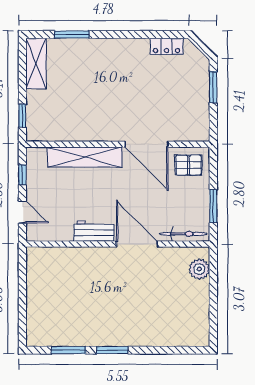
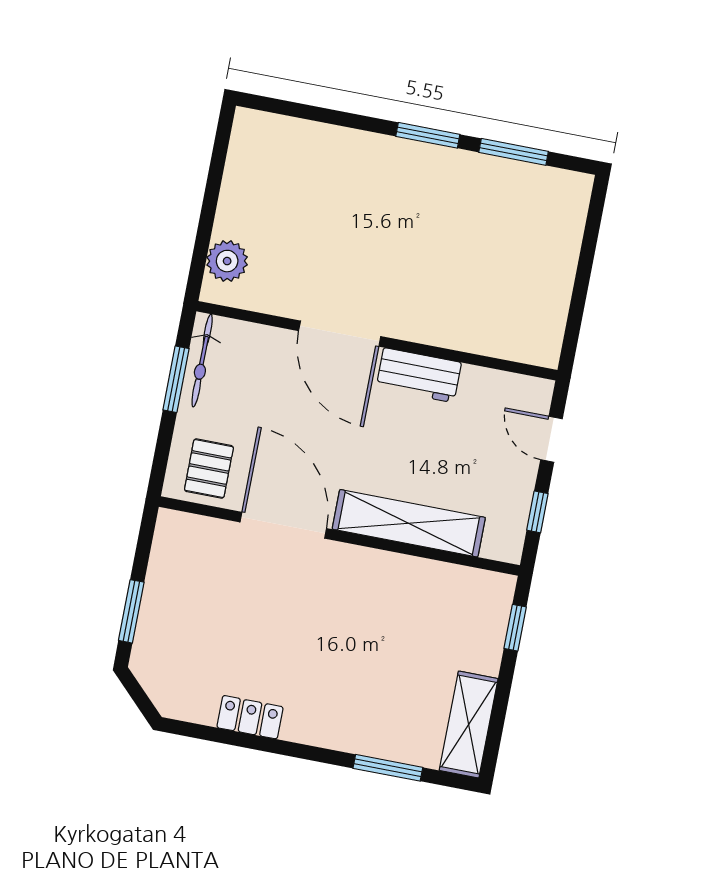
locker: (166, 46) -> (250, 717), moved
pallet: (189, 165) -> (209, 469), turned 90
bicycle: (183, 234) -> (202, 361), moved, turned -90

